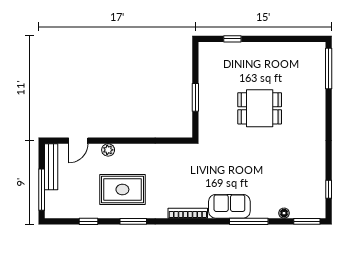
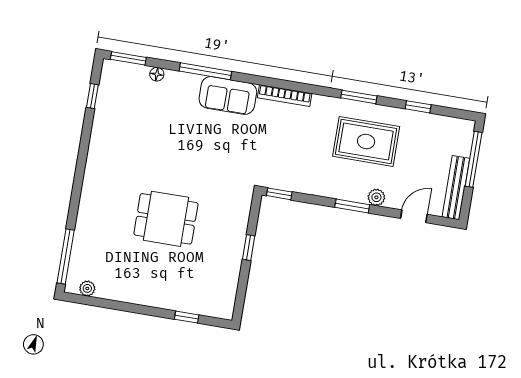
plant: (309, 48) -> (87, 288), added
window: (195, 97) -> (249, 248), width x0.67
window: (125, 141) -> (352, 206), added
window: (180, 141) -> (279, 194), added

